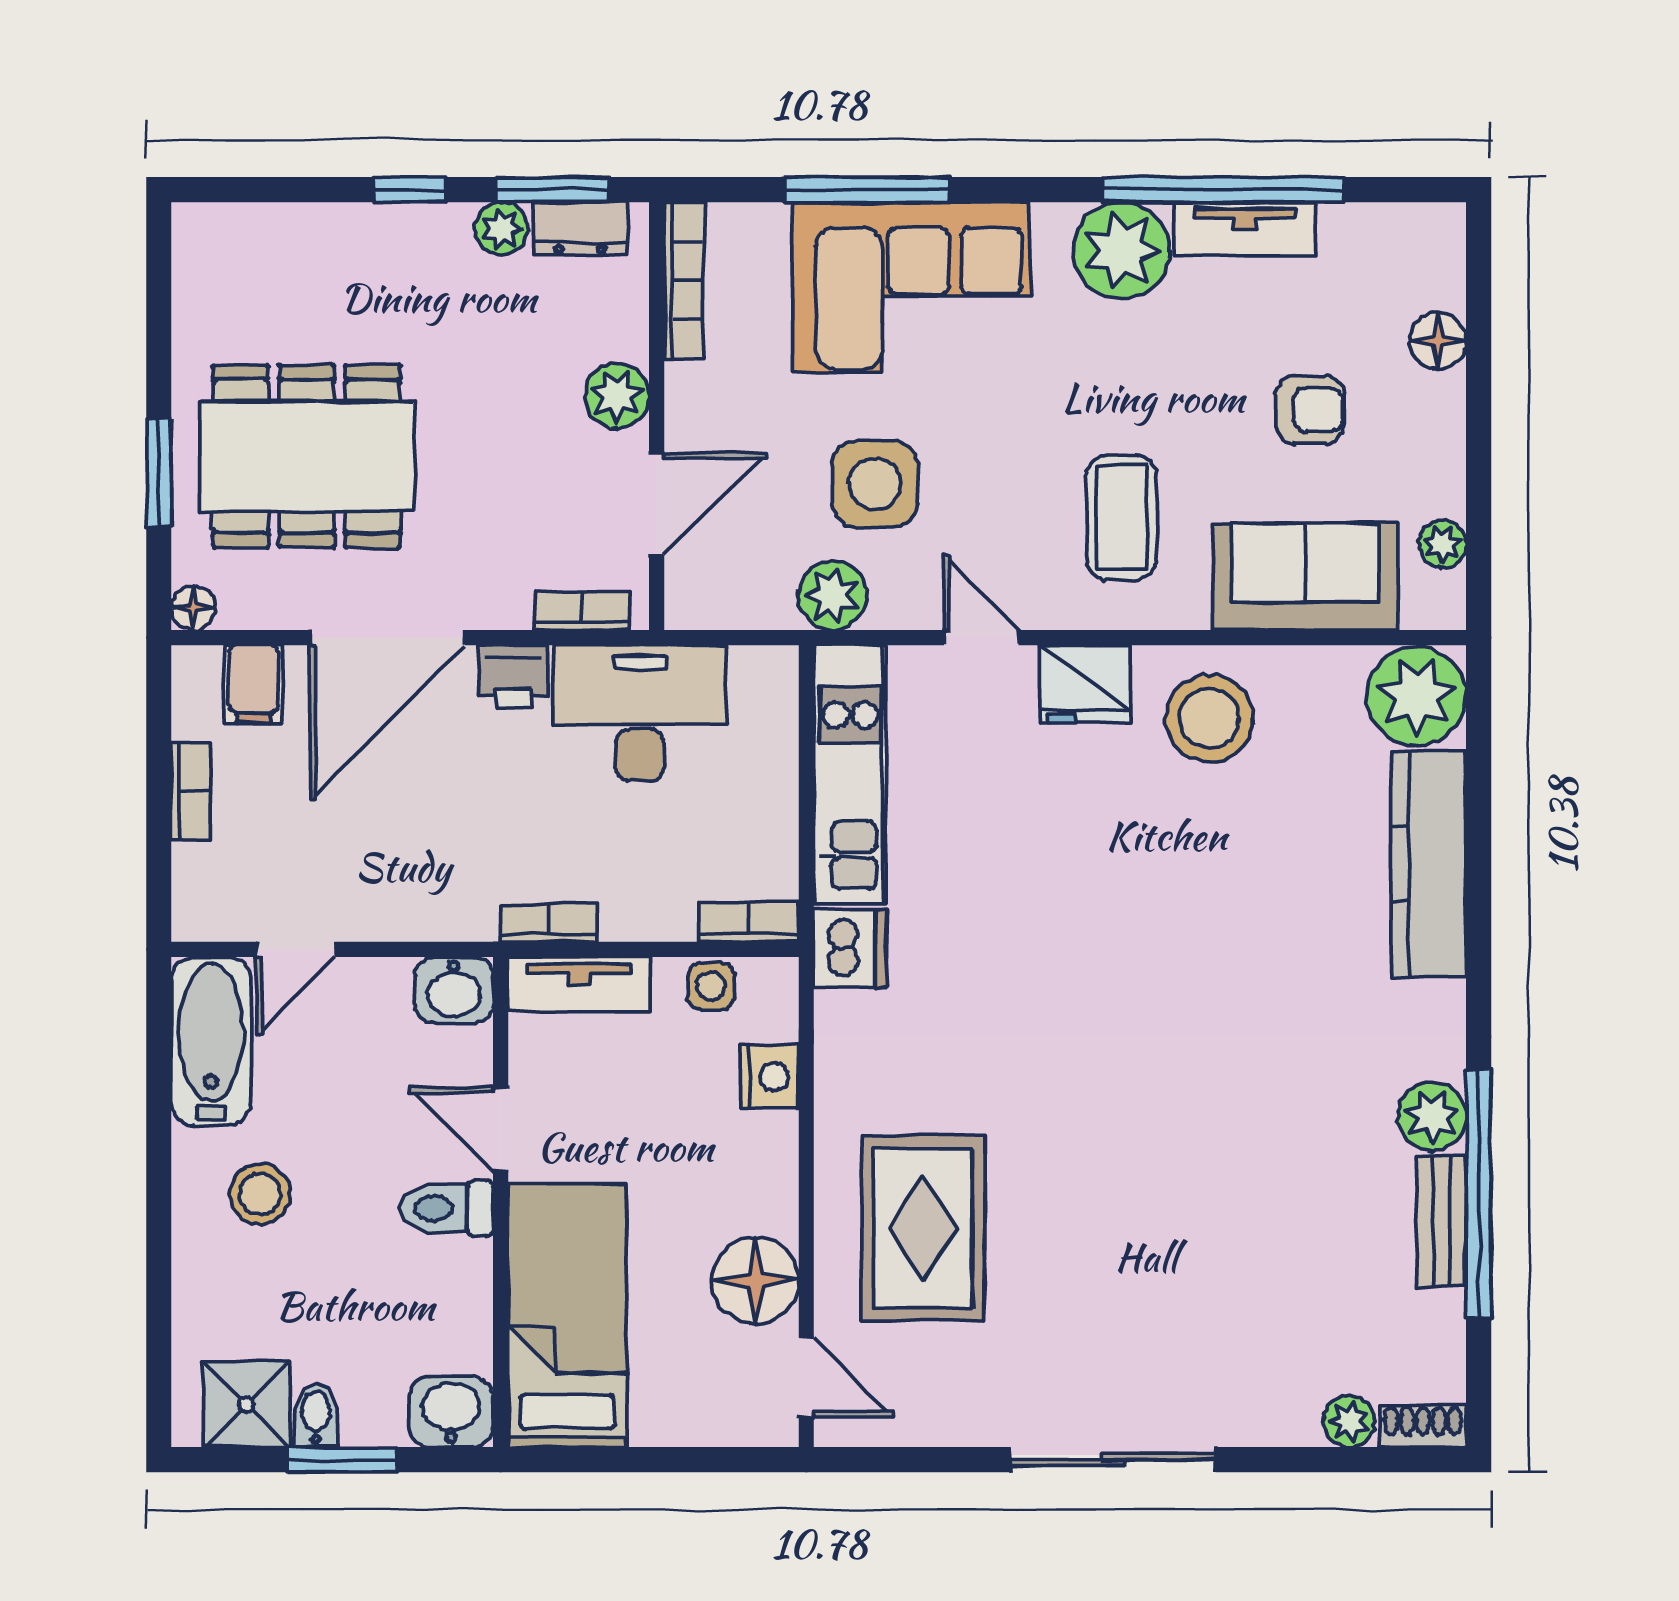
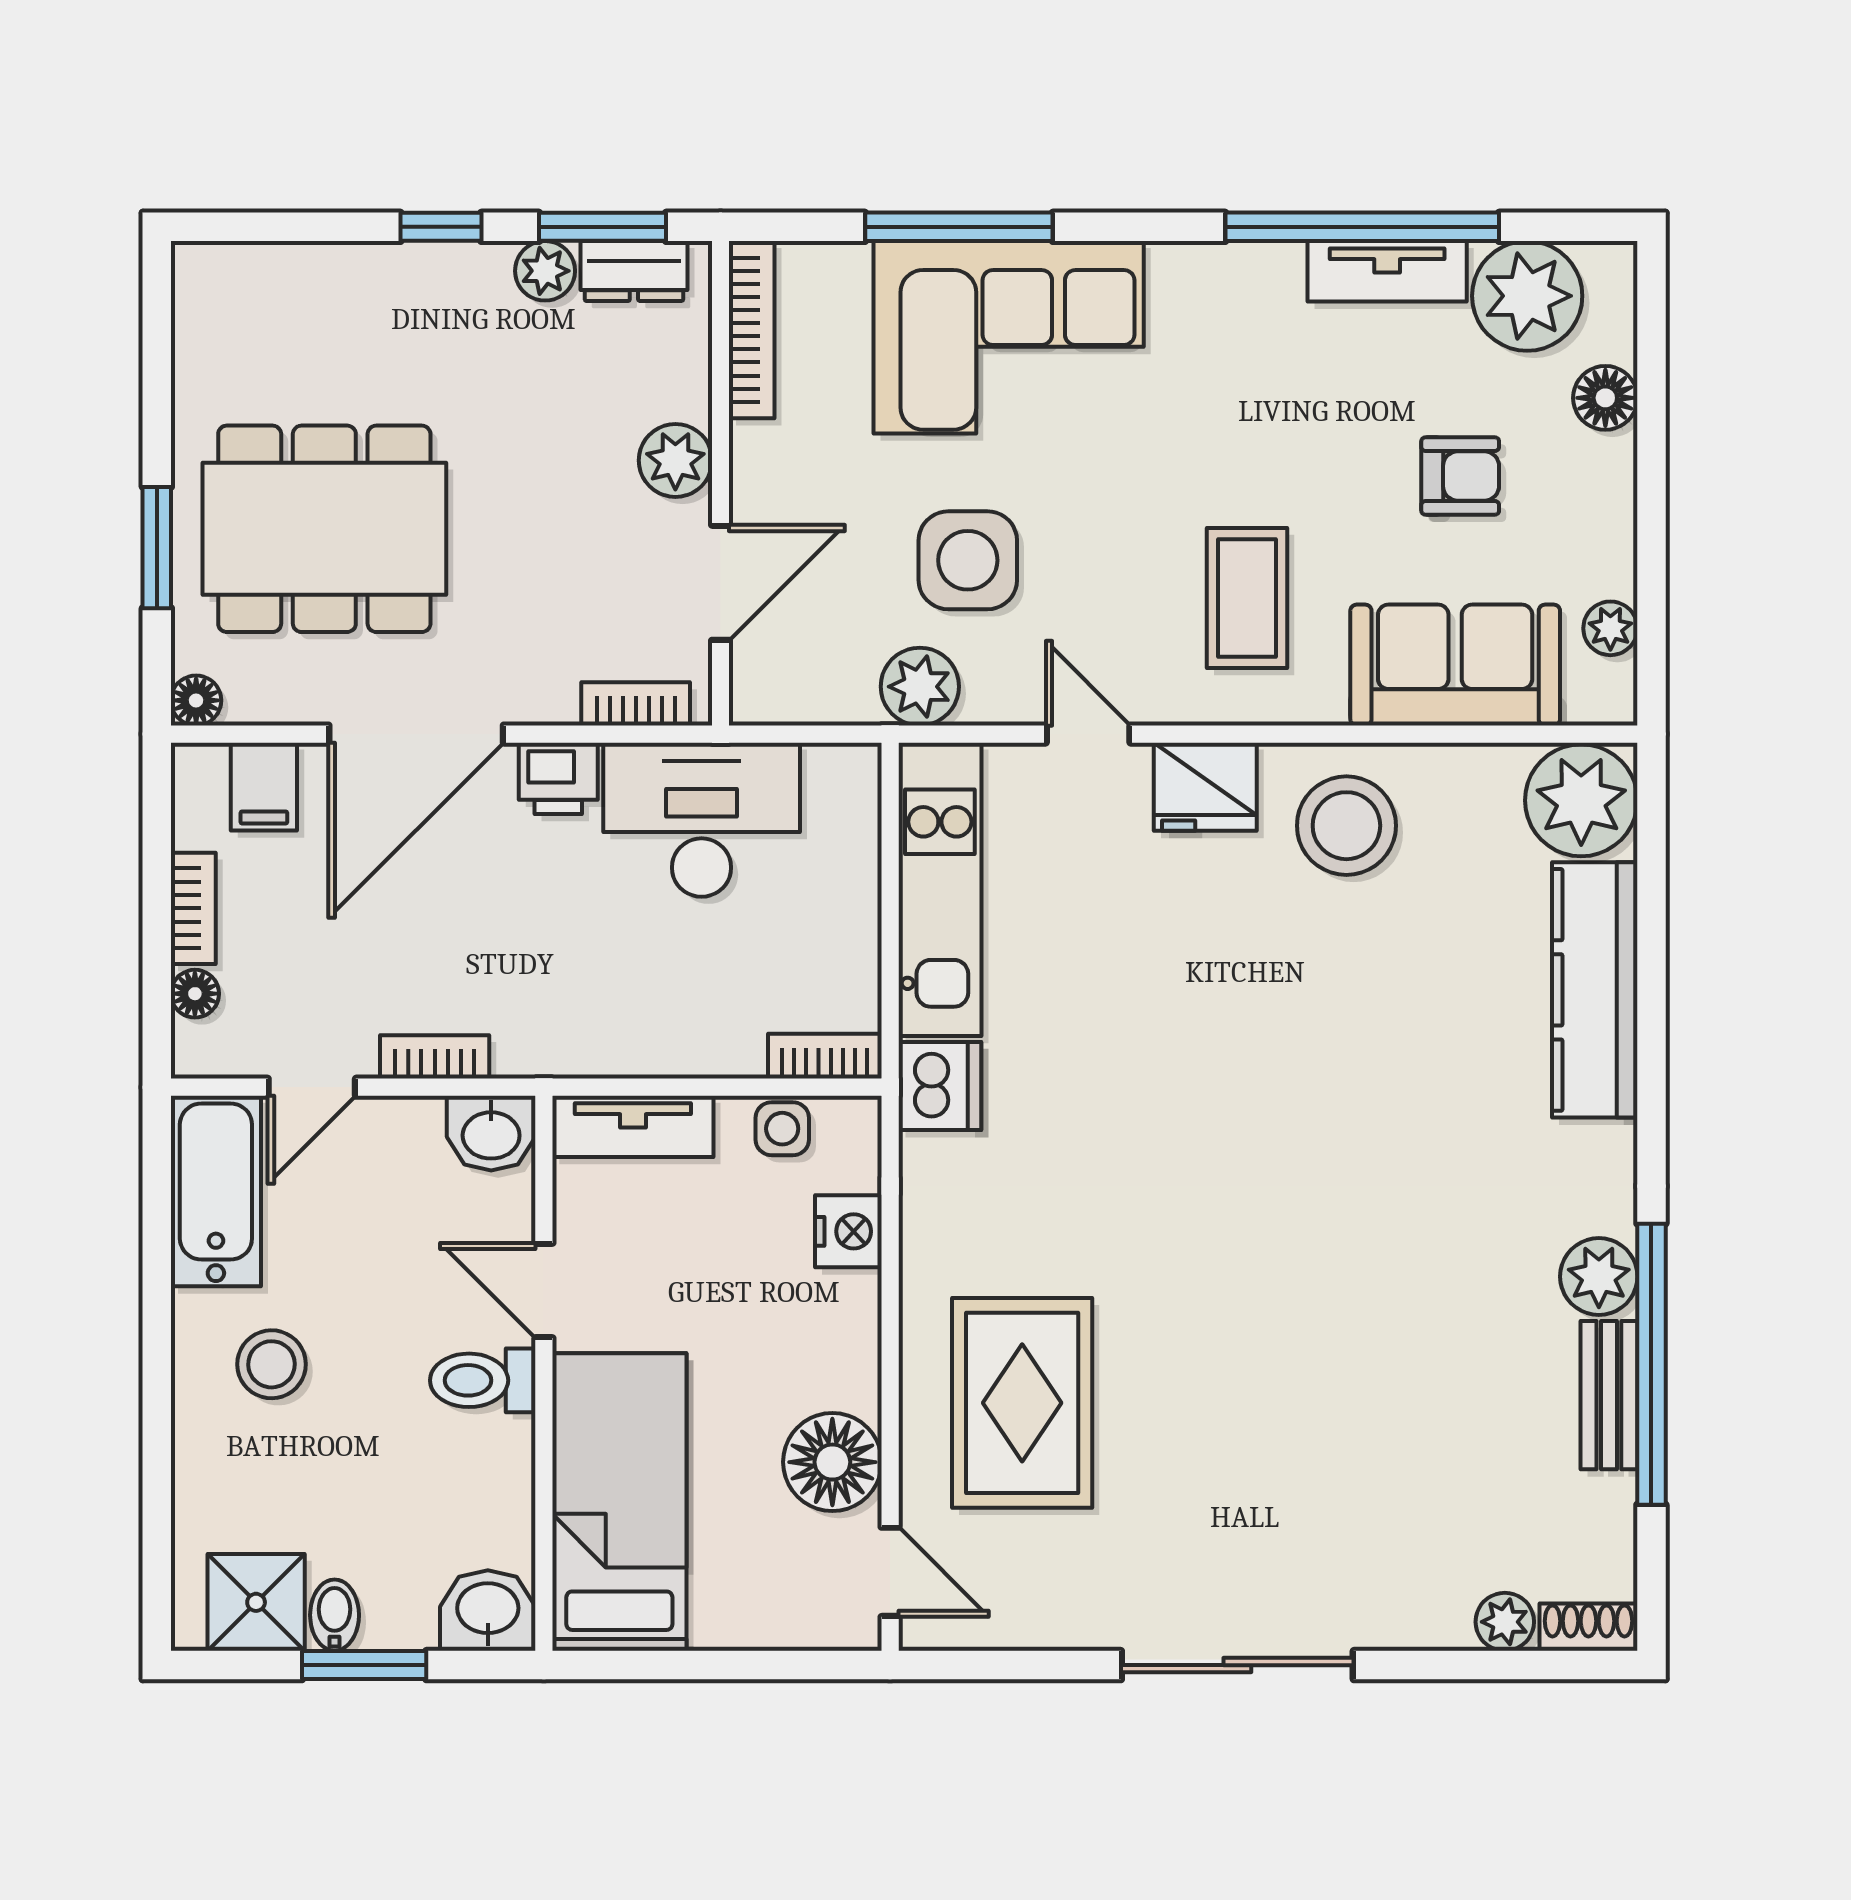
plant: (1121, 251) -> (1527, 296), moved
floor lamp: (192, 867) -> (195, 994), added
bookcase: (549, 923) -> (435, 1057), moved

